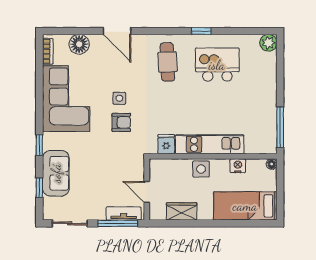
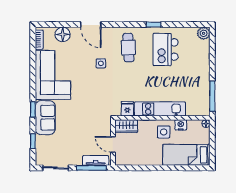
kitchen island: (217, 65) -> (166, 50), turned -90
side table: (119, 98) -> (101, 63), moved
armchair: (121, 122) -> (94, 93), removed
side table: (201, 169) -> (164, 132), moved
sofa: (56, 173) -> (45, 118), moved
wardrobe: (182, 211) -> (126, 126), moved, turned 180

